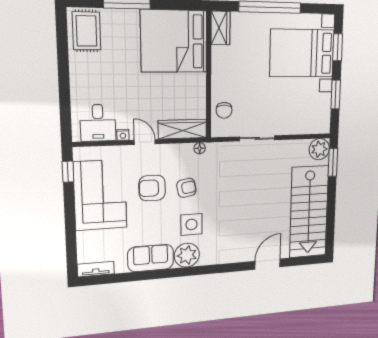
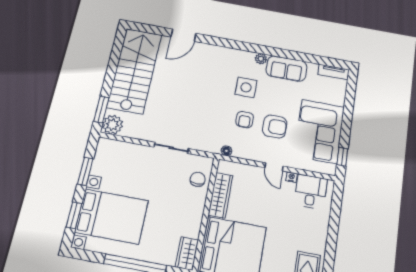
wardrobe: (183, 129) -> (220, 195), moved, turned -90
armchair: (186, 188) -> (245, 120), turned -80
plant: (187, 255) -> (261, 59), width x0.53, depth x0.53

